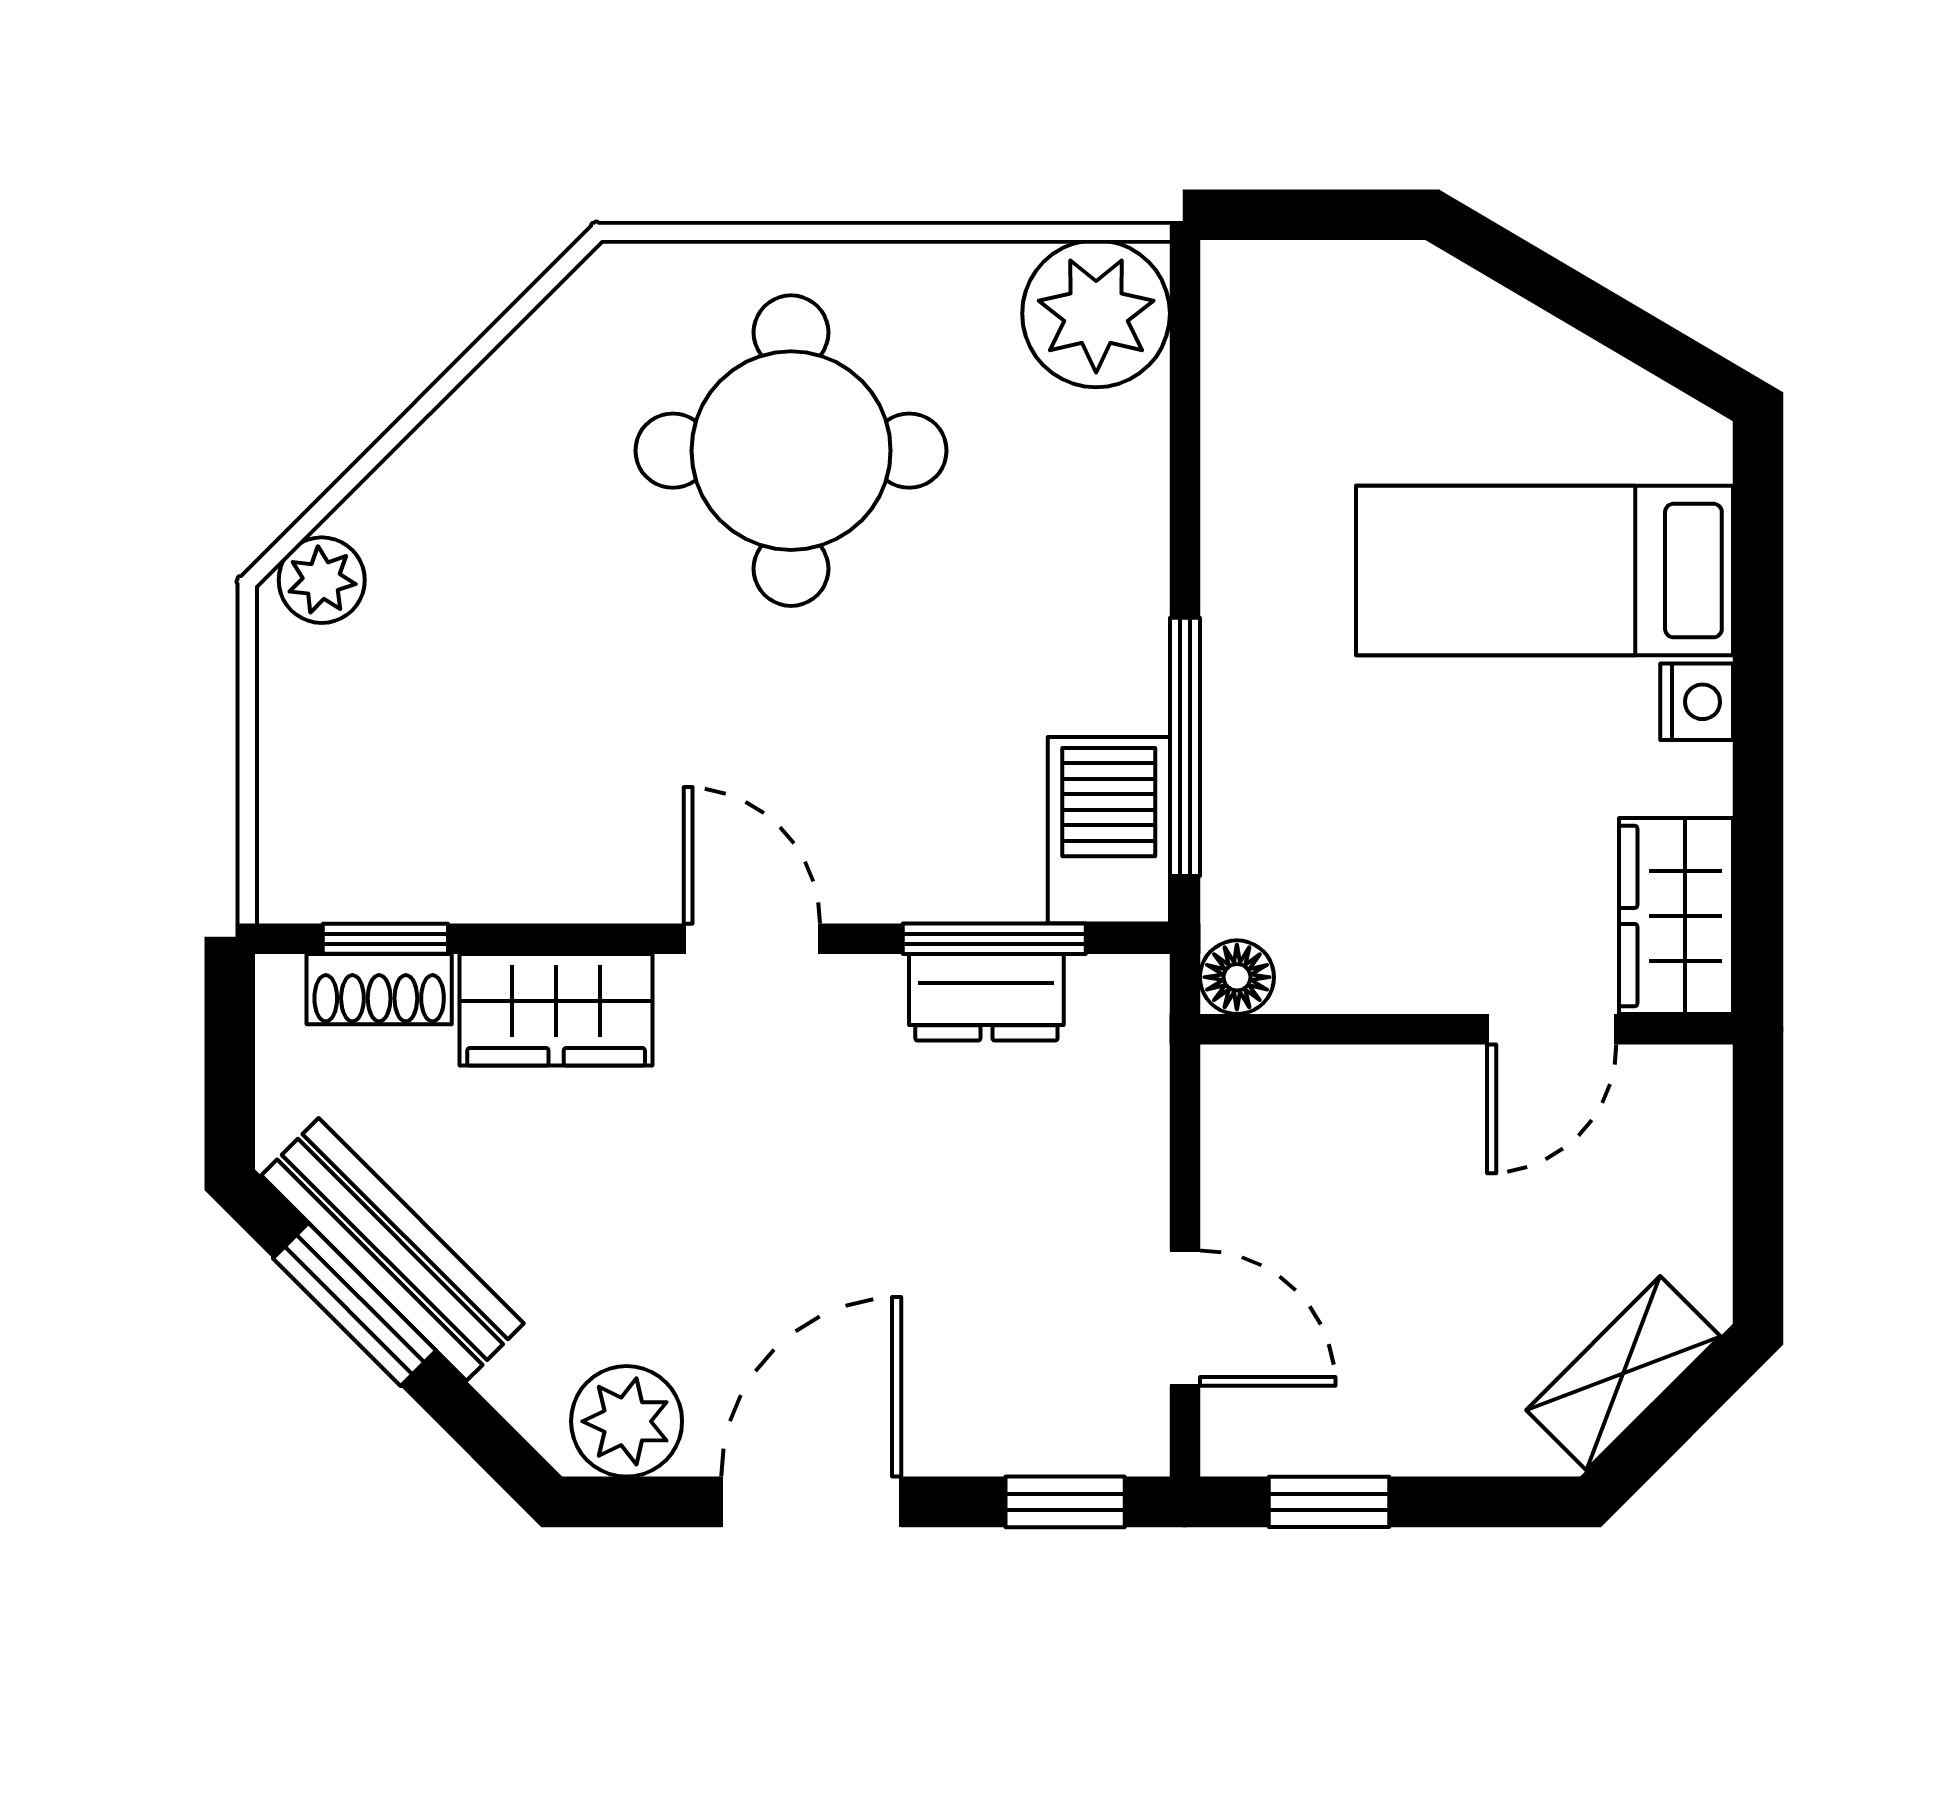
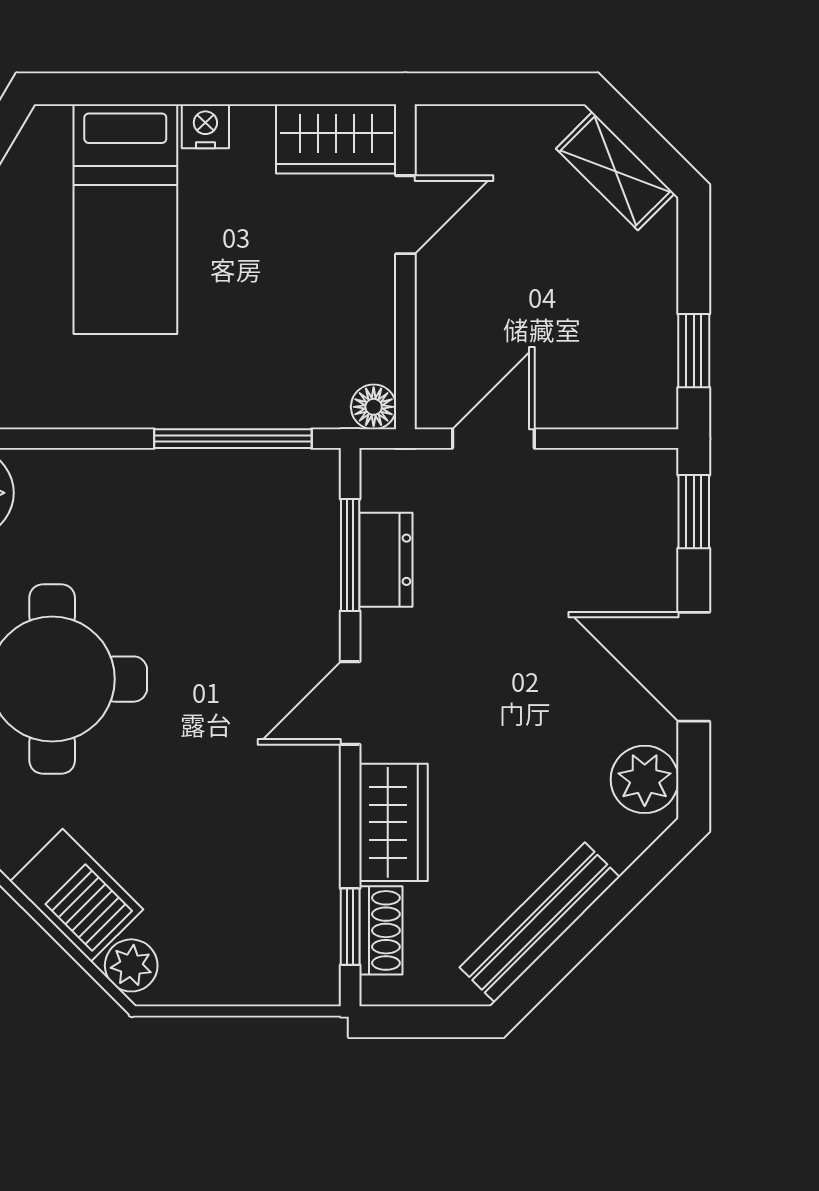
barbecue: (1109, 830) -> (77, 895), moved, turned -135
door: (1552, 1029) -> (405, 215), hinge flipped
window: (354, 1304) -> (573, 945), removed
door: (1185, 1318) -> (493, 439), moved

